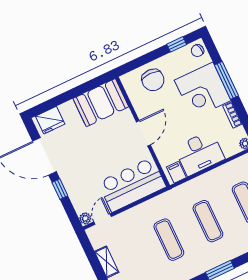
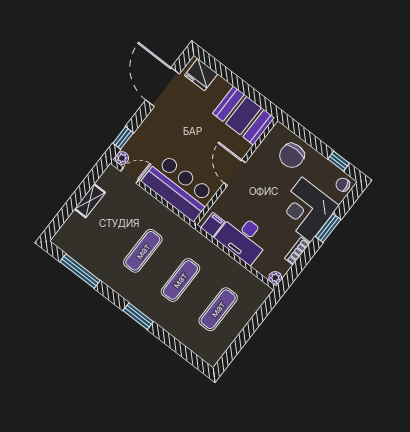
window: (226, 80) -> (328, 228), width x0.69
door: (143, 133) -> (235, 173), swing flipped
window: (60, 189) -> (123, 138), moved

